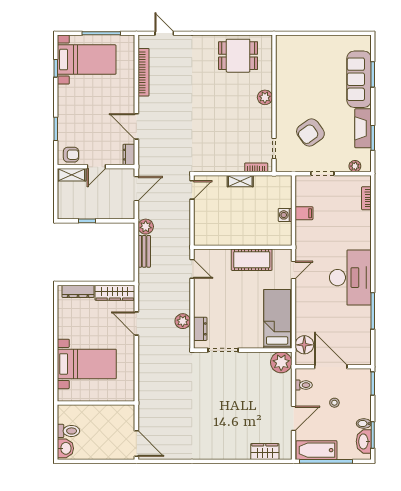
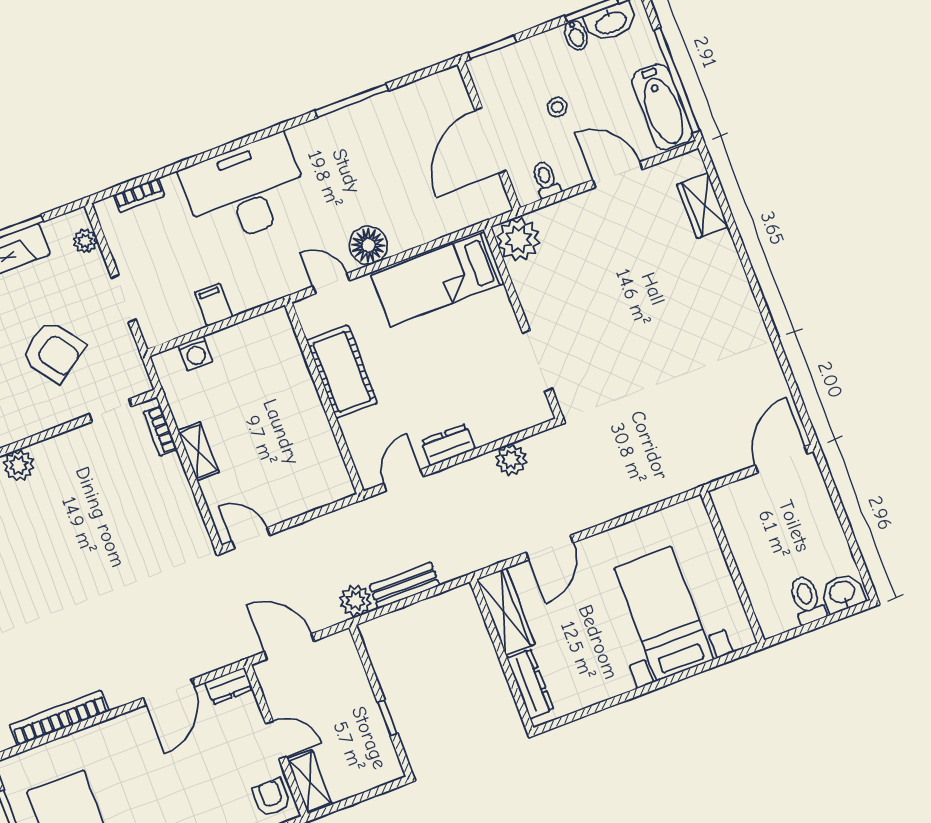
washing machine: (285, 215) -> (195, 353), moved
desk: (350, 278) -> (245, 190), moved
dresser: (200, 329) -> (448, 445), moved
floor lamp: (304, 345) -> (368, 245), moved

